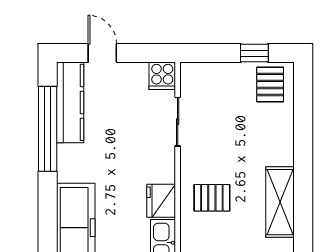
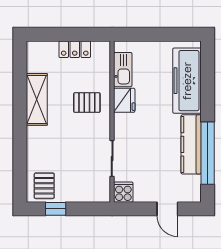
kitchen counter: (70, 102) -> (191, 144), moved

